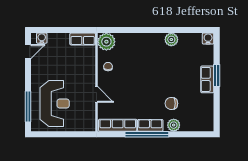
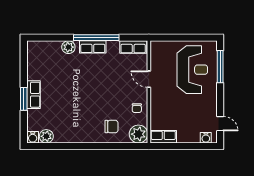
plant: (171, 39) -> (46, 136), moved
door: (28, 52) -> (220, 124), swing flipped
reception desk: (55, 103) -> (192, 70), turned 180
chair: (171, 103) -> (111, 127), moved
row of seats: (118, 125) -> (133, 47), width x0.68

